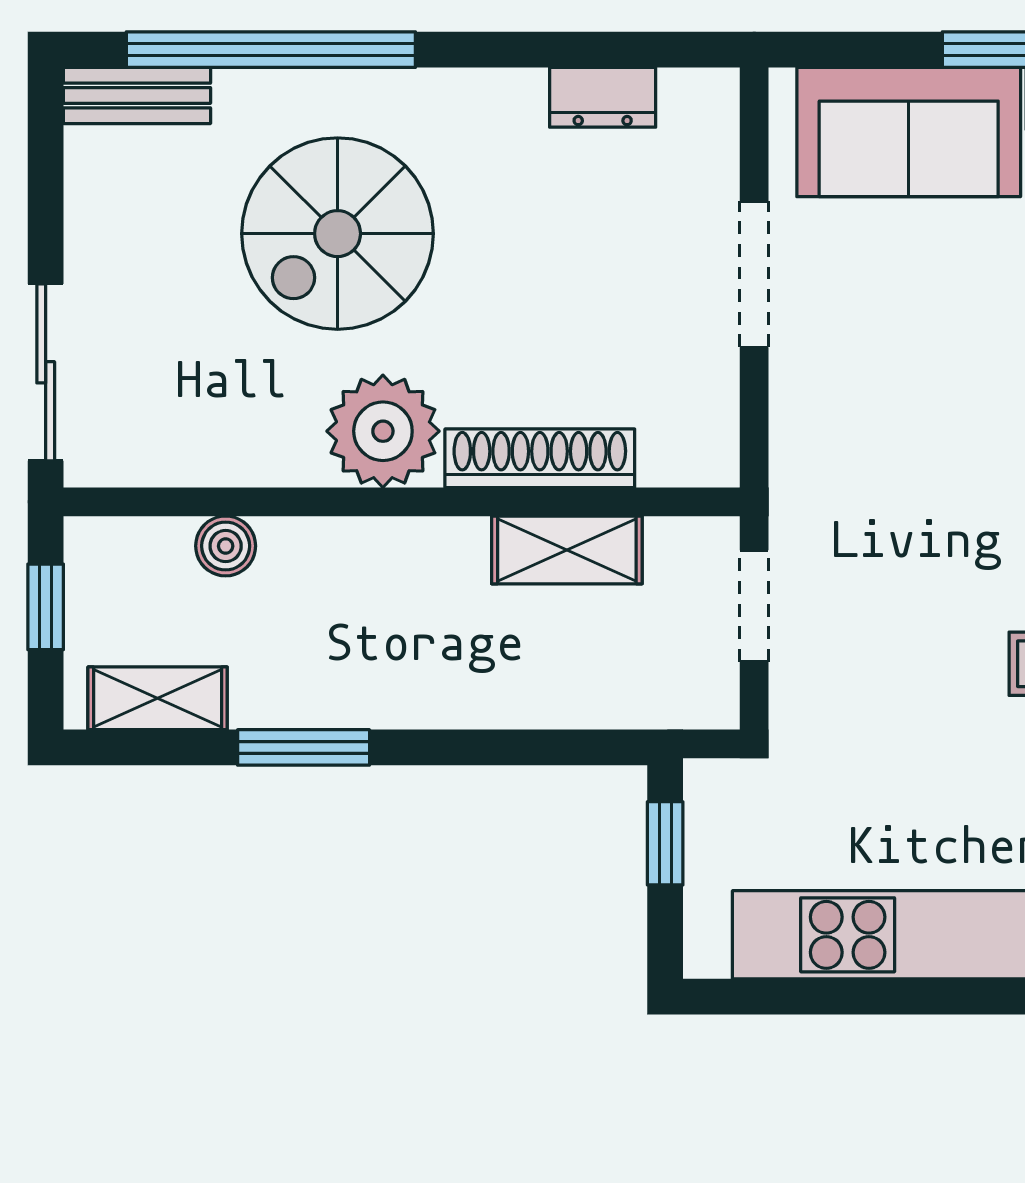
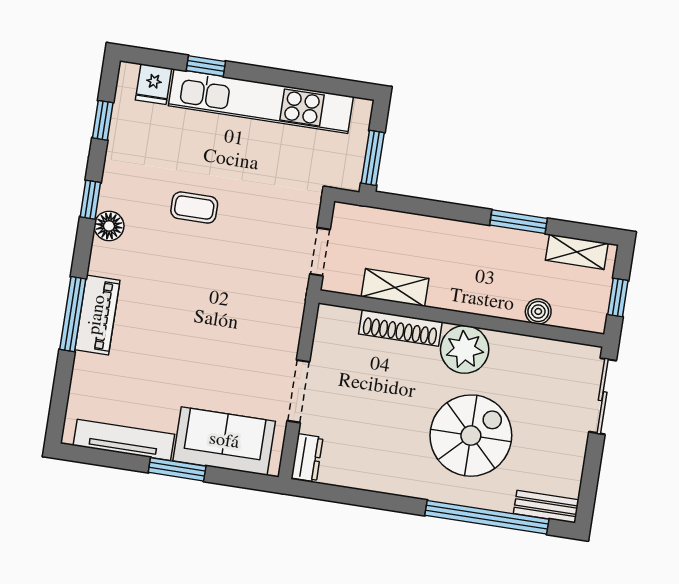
dresser: (603, 97) -> (307, 458), moved, turned 90
window: (665, 843) -> (373, 158), width x1.50

